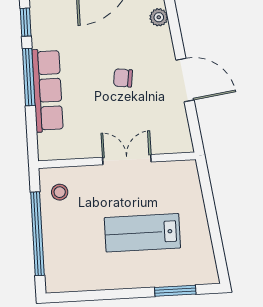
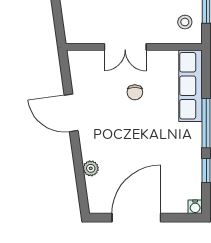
chair: (123, 78) -> (135, 92), moved, turned 83
row of seats: (47, 90) -> (190, 86), moved

